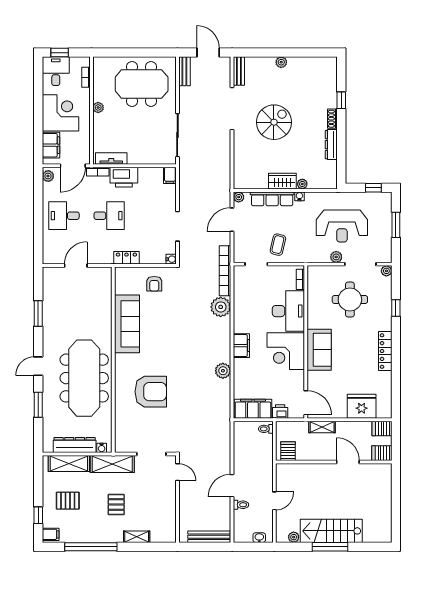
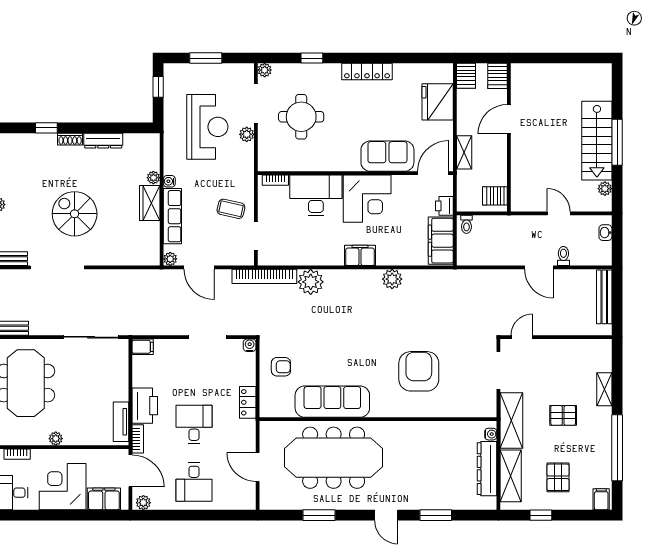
sofa: (319, 350) -> (387, 156), moved
meeting table: (84, 378) -> (334, 458), moved
window: (38, 515) -> (541, 515), moved

